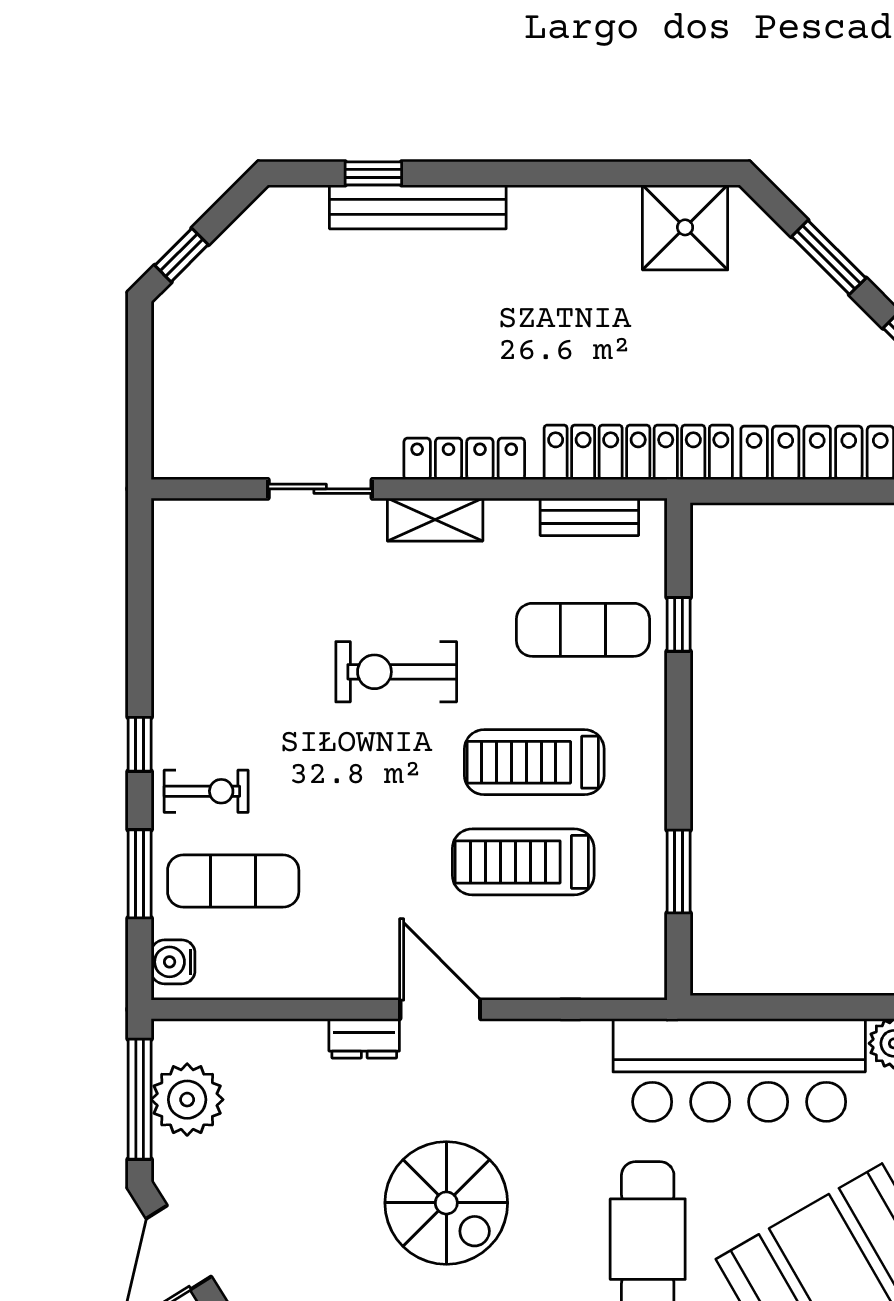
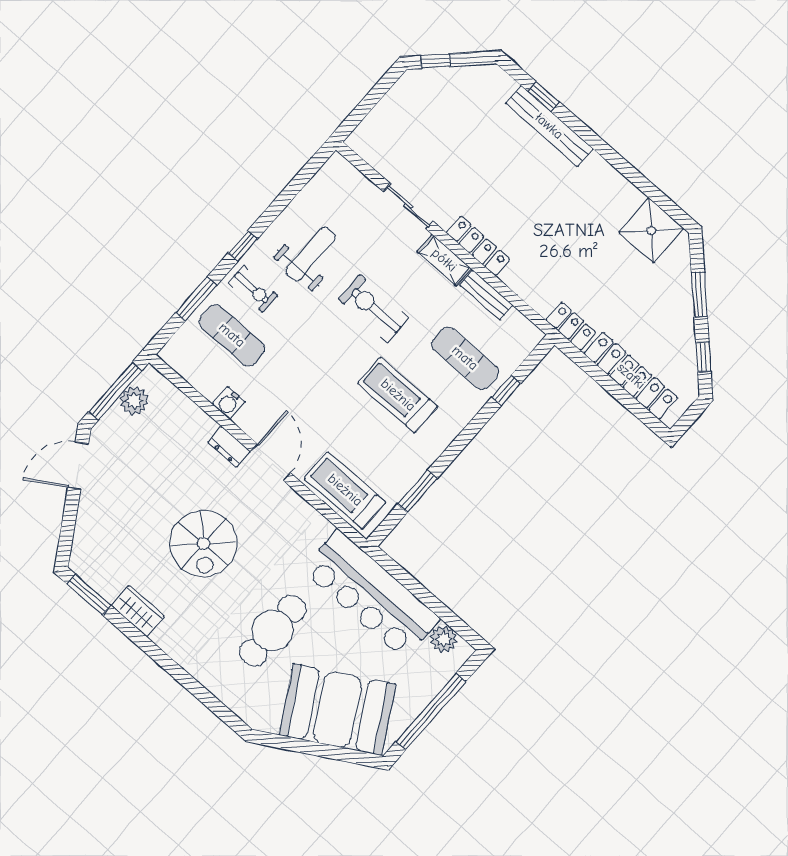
locker: (638, 452) -> (571, 326), width x0.46, depth x0.83
bench: (589, 517) -> (486, 295), moved
weight bench: (243, 673) -> (310, 254), added
treadmill: (523, 862) -> (345, 490), moved
water cooler: (173, 962) -> (229, 403), moved, turned -90
plant: (187, 1100) -> (134, 401), width x0.73, depth x0.73

